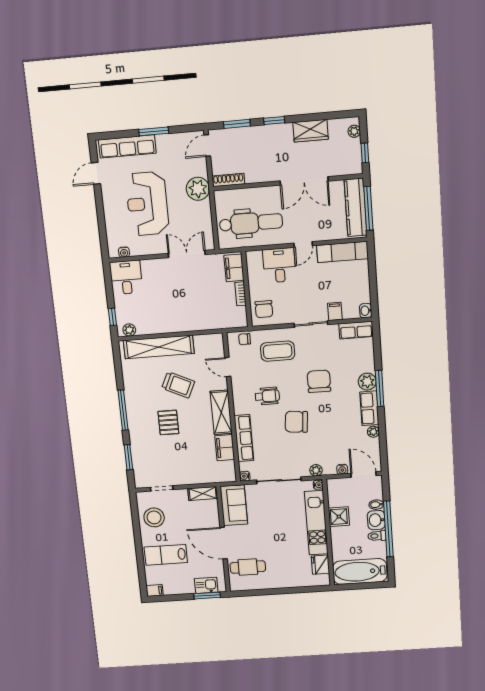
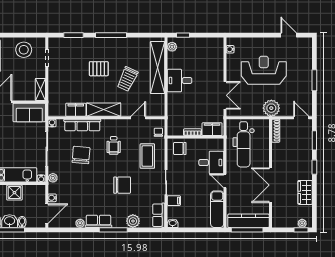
row of seats: (127, 146) -> (306, 60), removed
window: (365, 153) -> (301, 230), moved
desk: (126, 277) -> (180, 81), moved, turned 180
plant: (367, 382) -> (133, 221), moved
chair: (296, 422) -> (81, 155), moved

